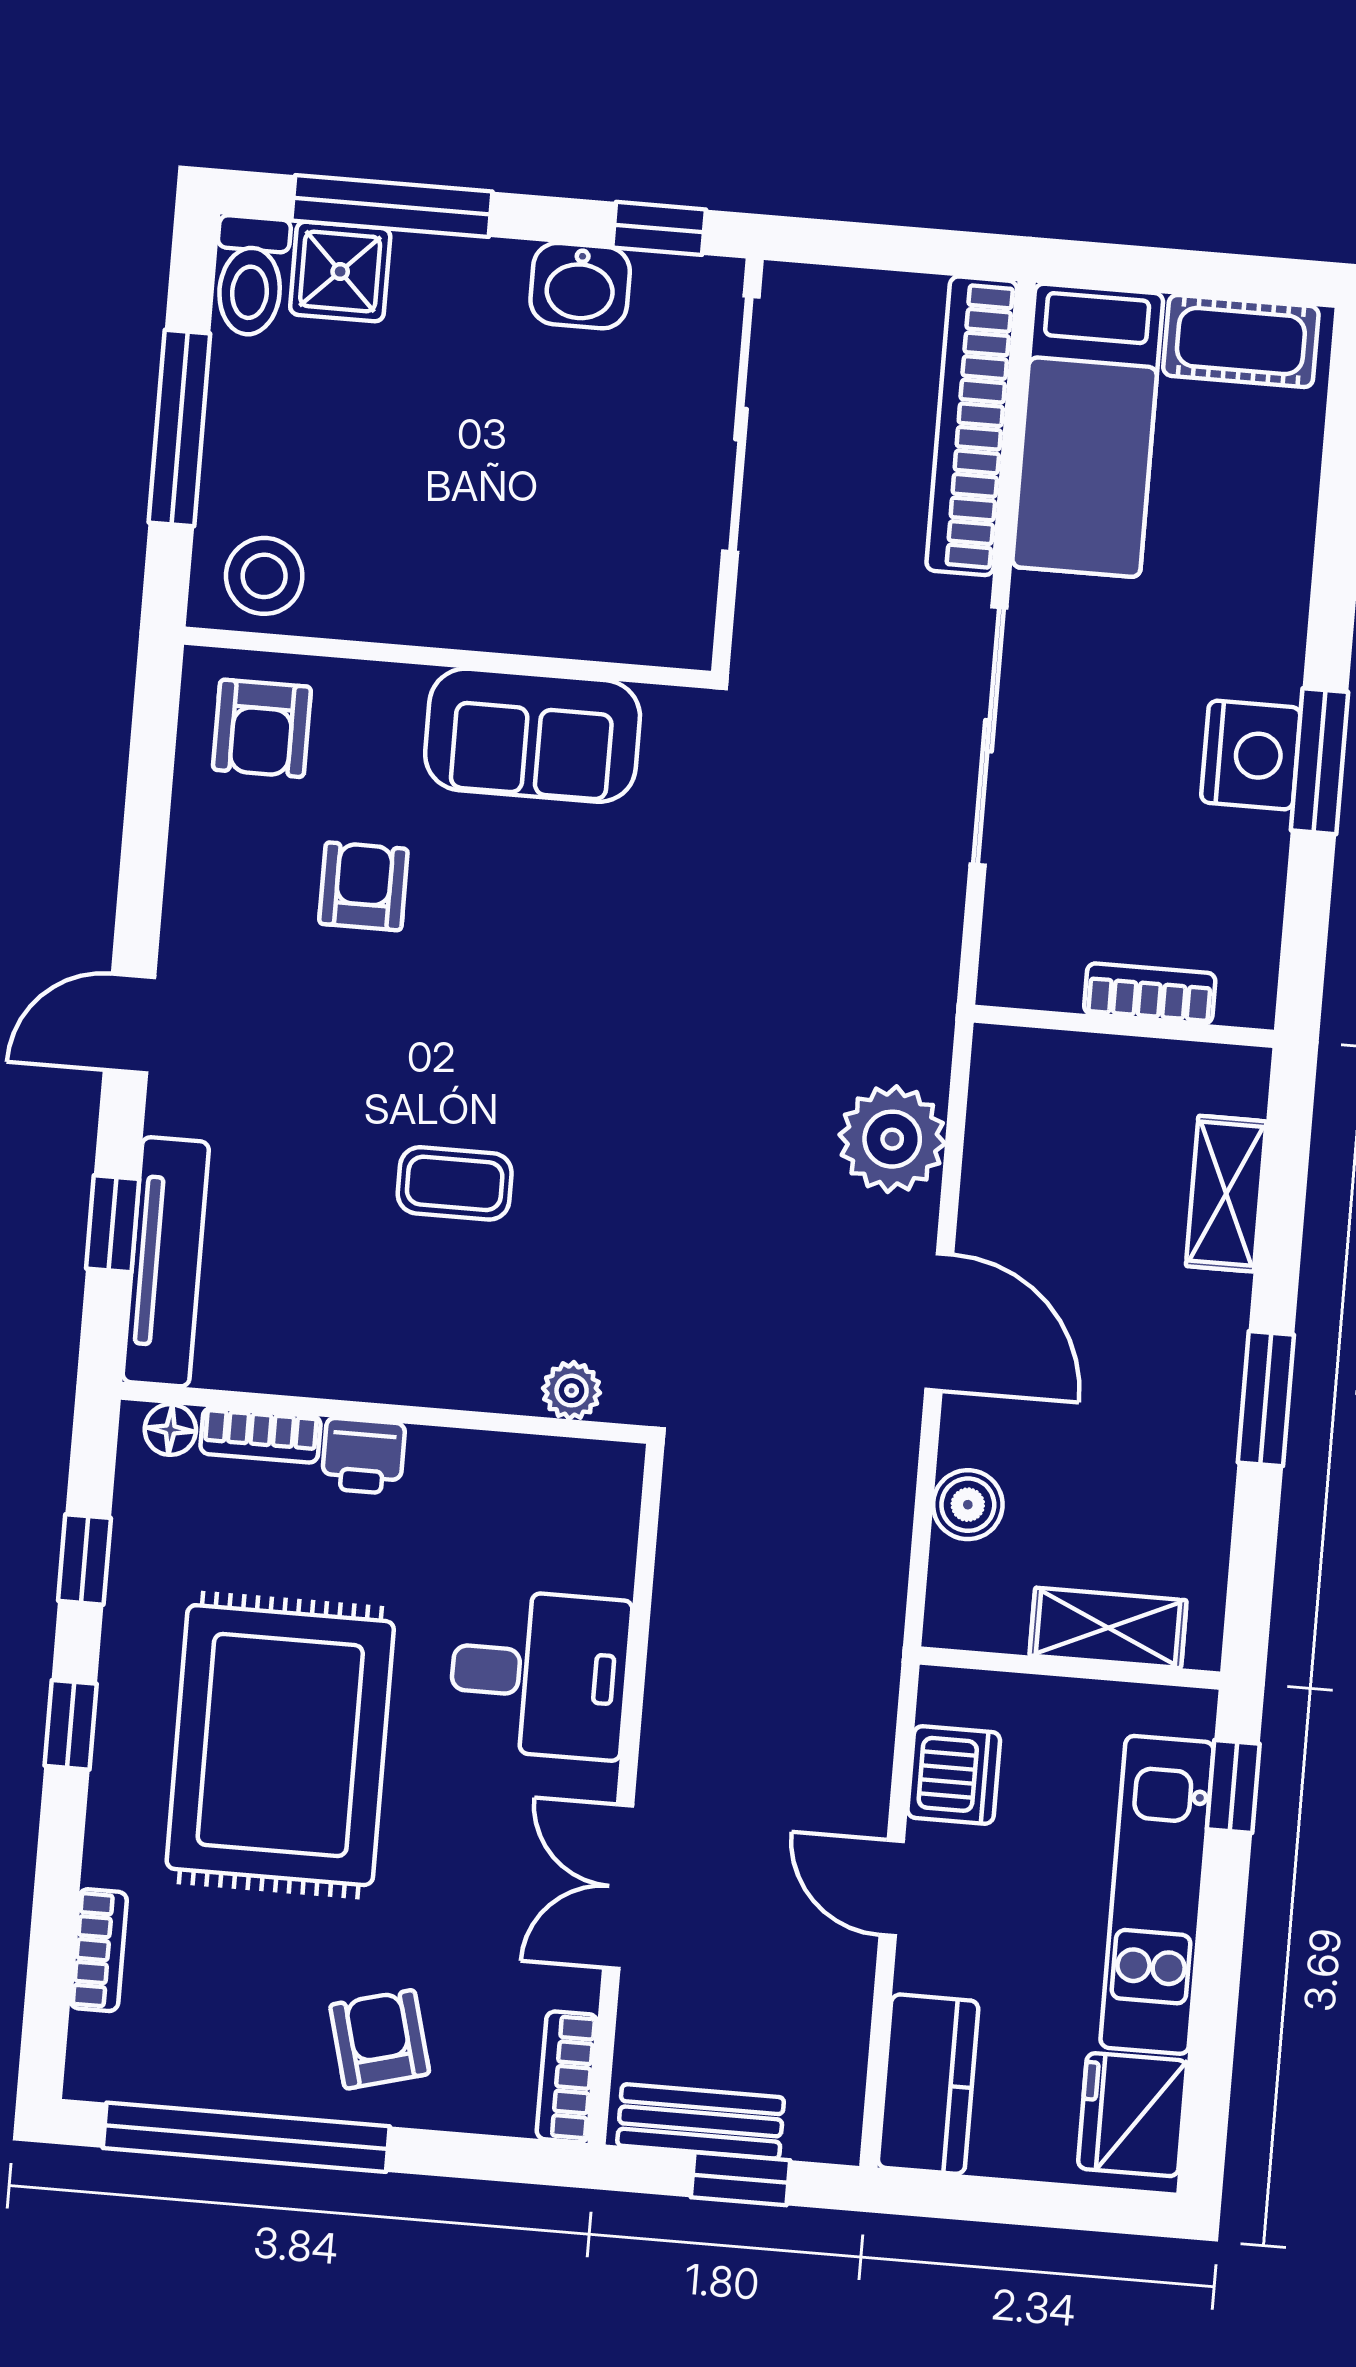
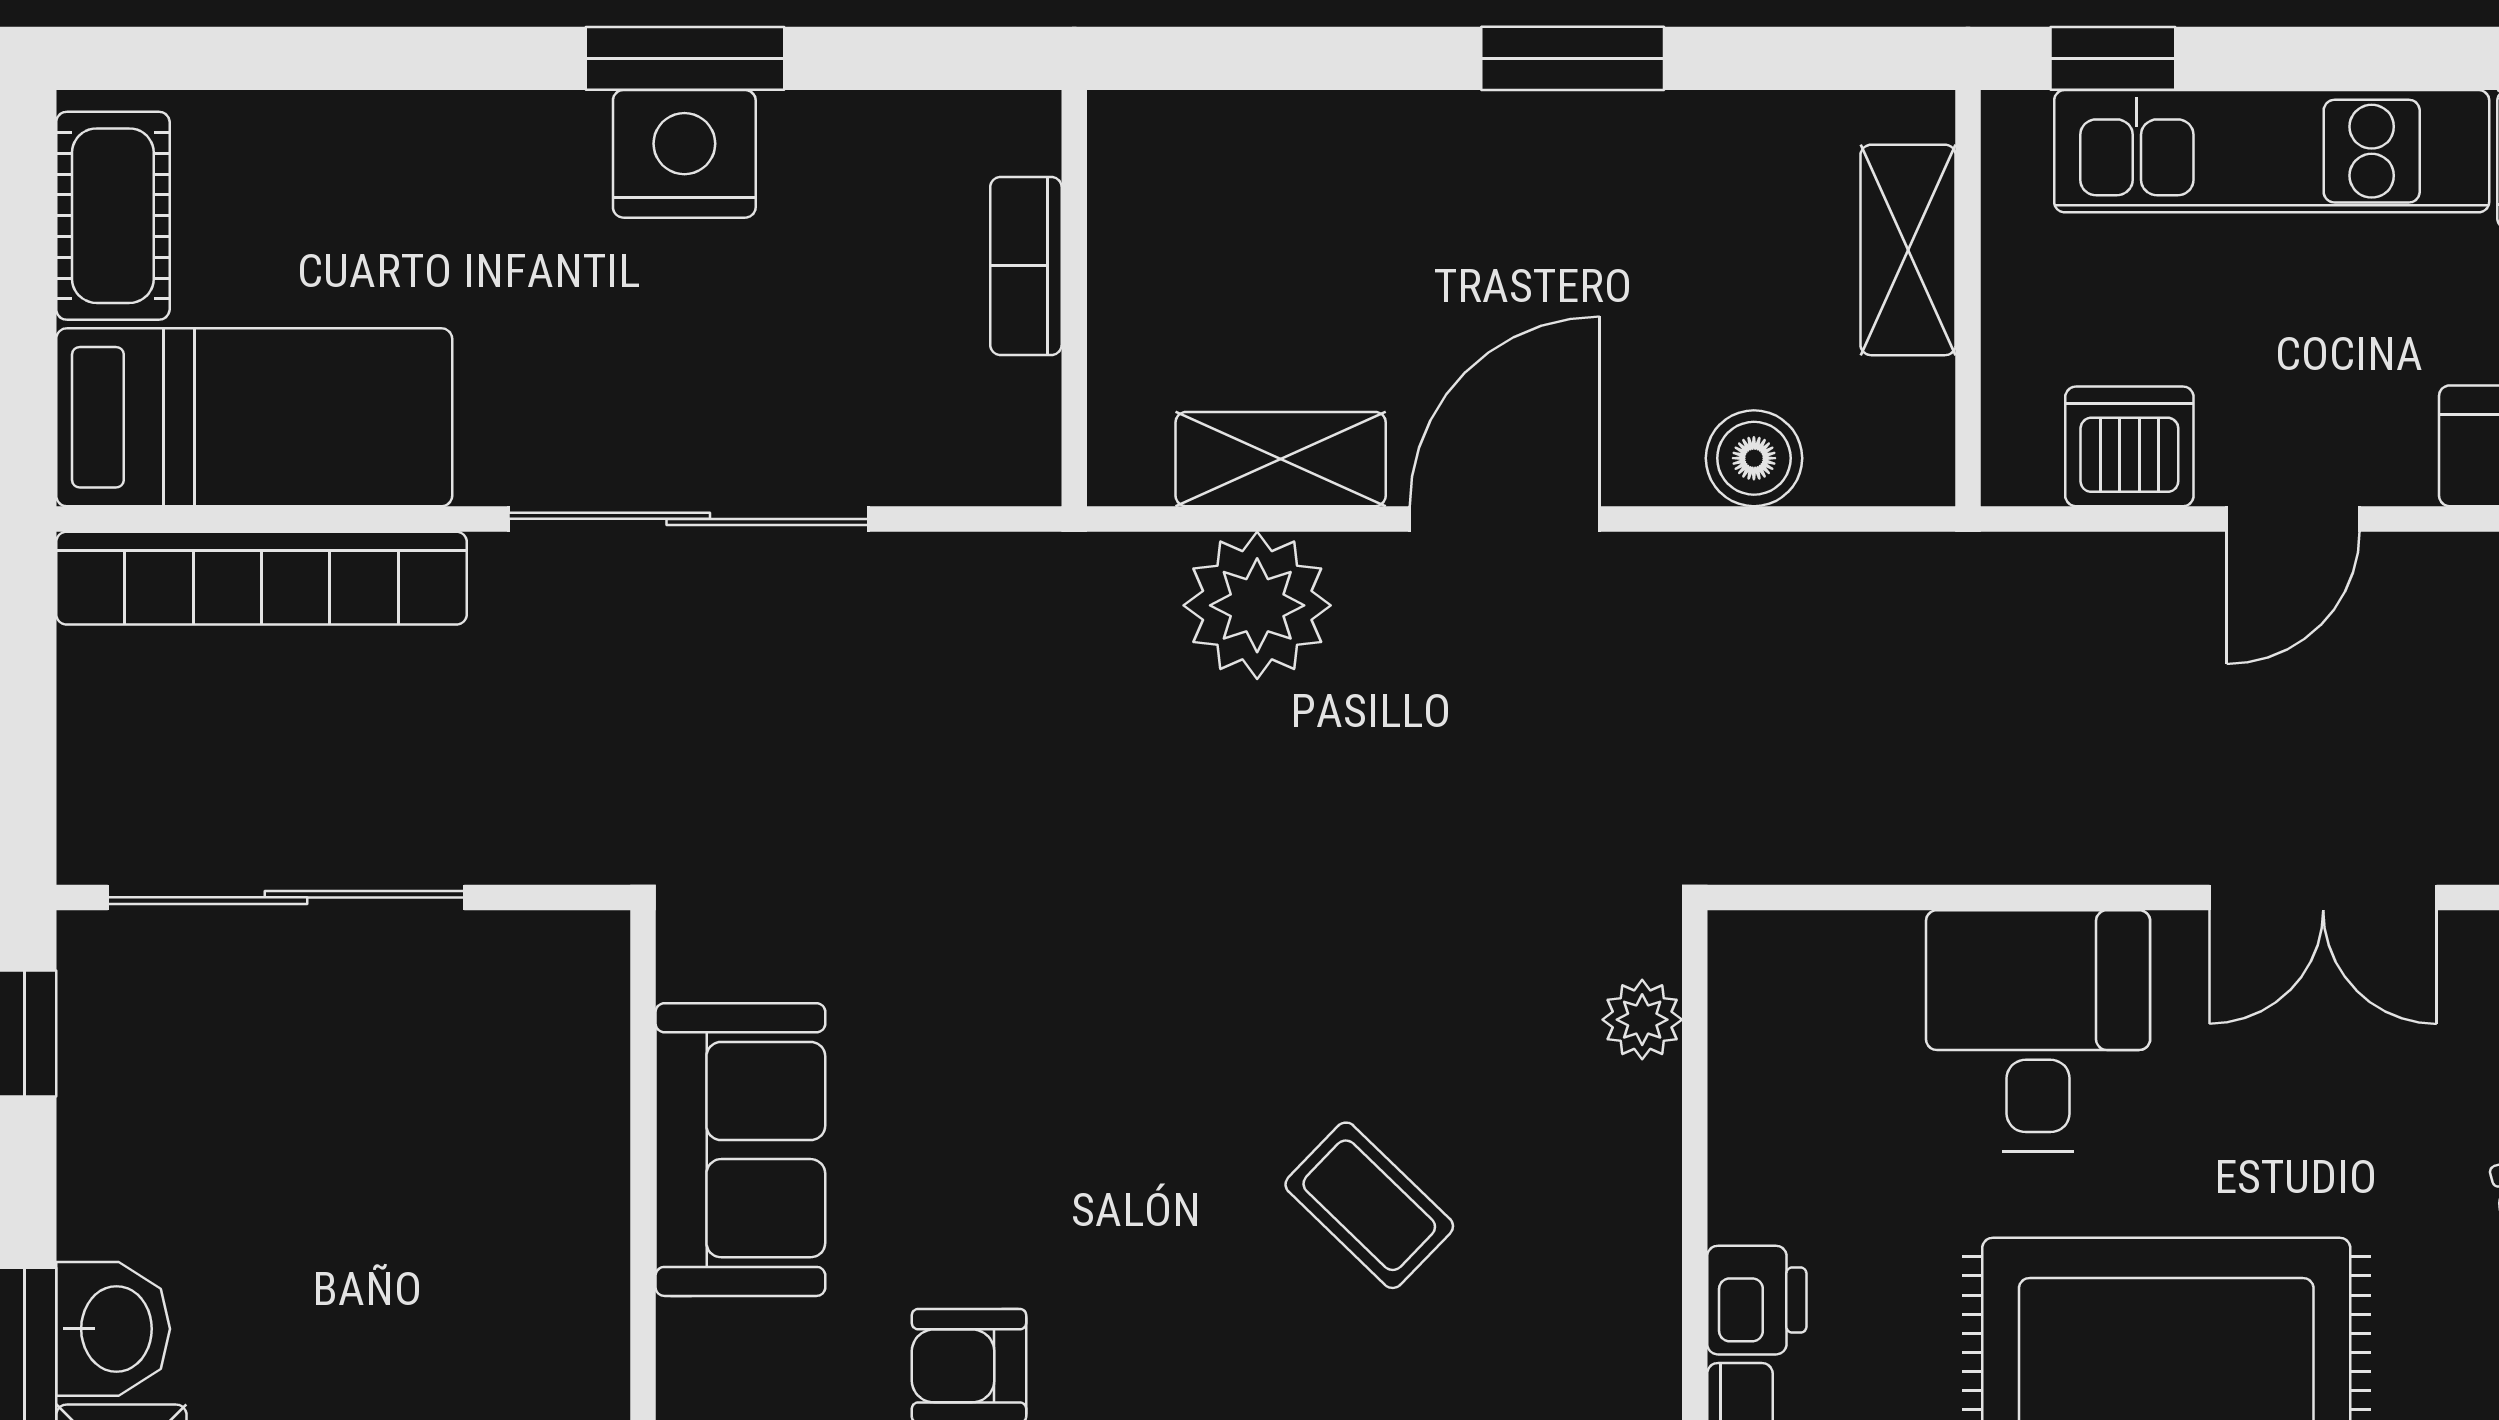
washbasin: (580, 286) -> (113, 1329), moved
coffee table: (455, 1183) -> (1369, 1205), turned -46
shelving: (1226, 1194) -> (1281, 459), moved

